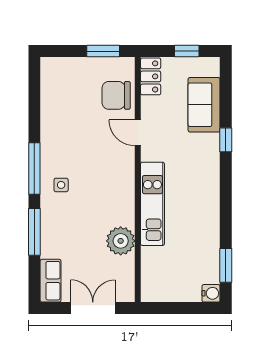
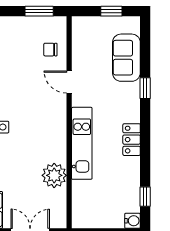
locker: (151, 76) -> (132, 140), moved, turned 180
chair: (116, 95) -> (50, 50), width x0.54, depth x0.54
window: (226, 265) -> (145, 197), width x0.67

